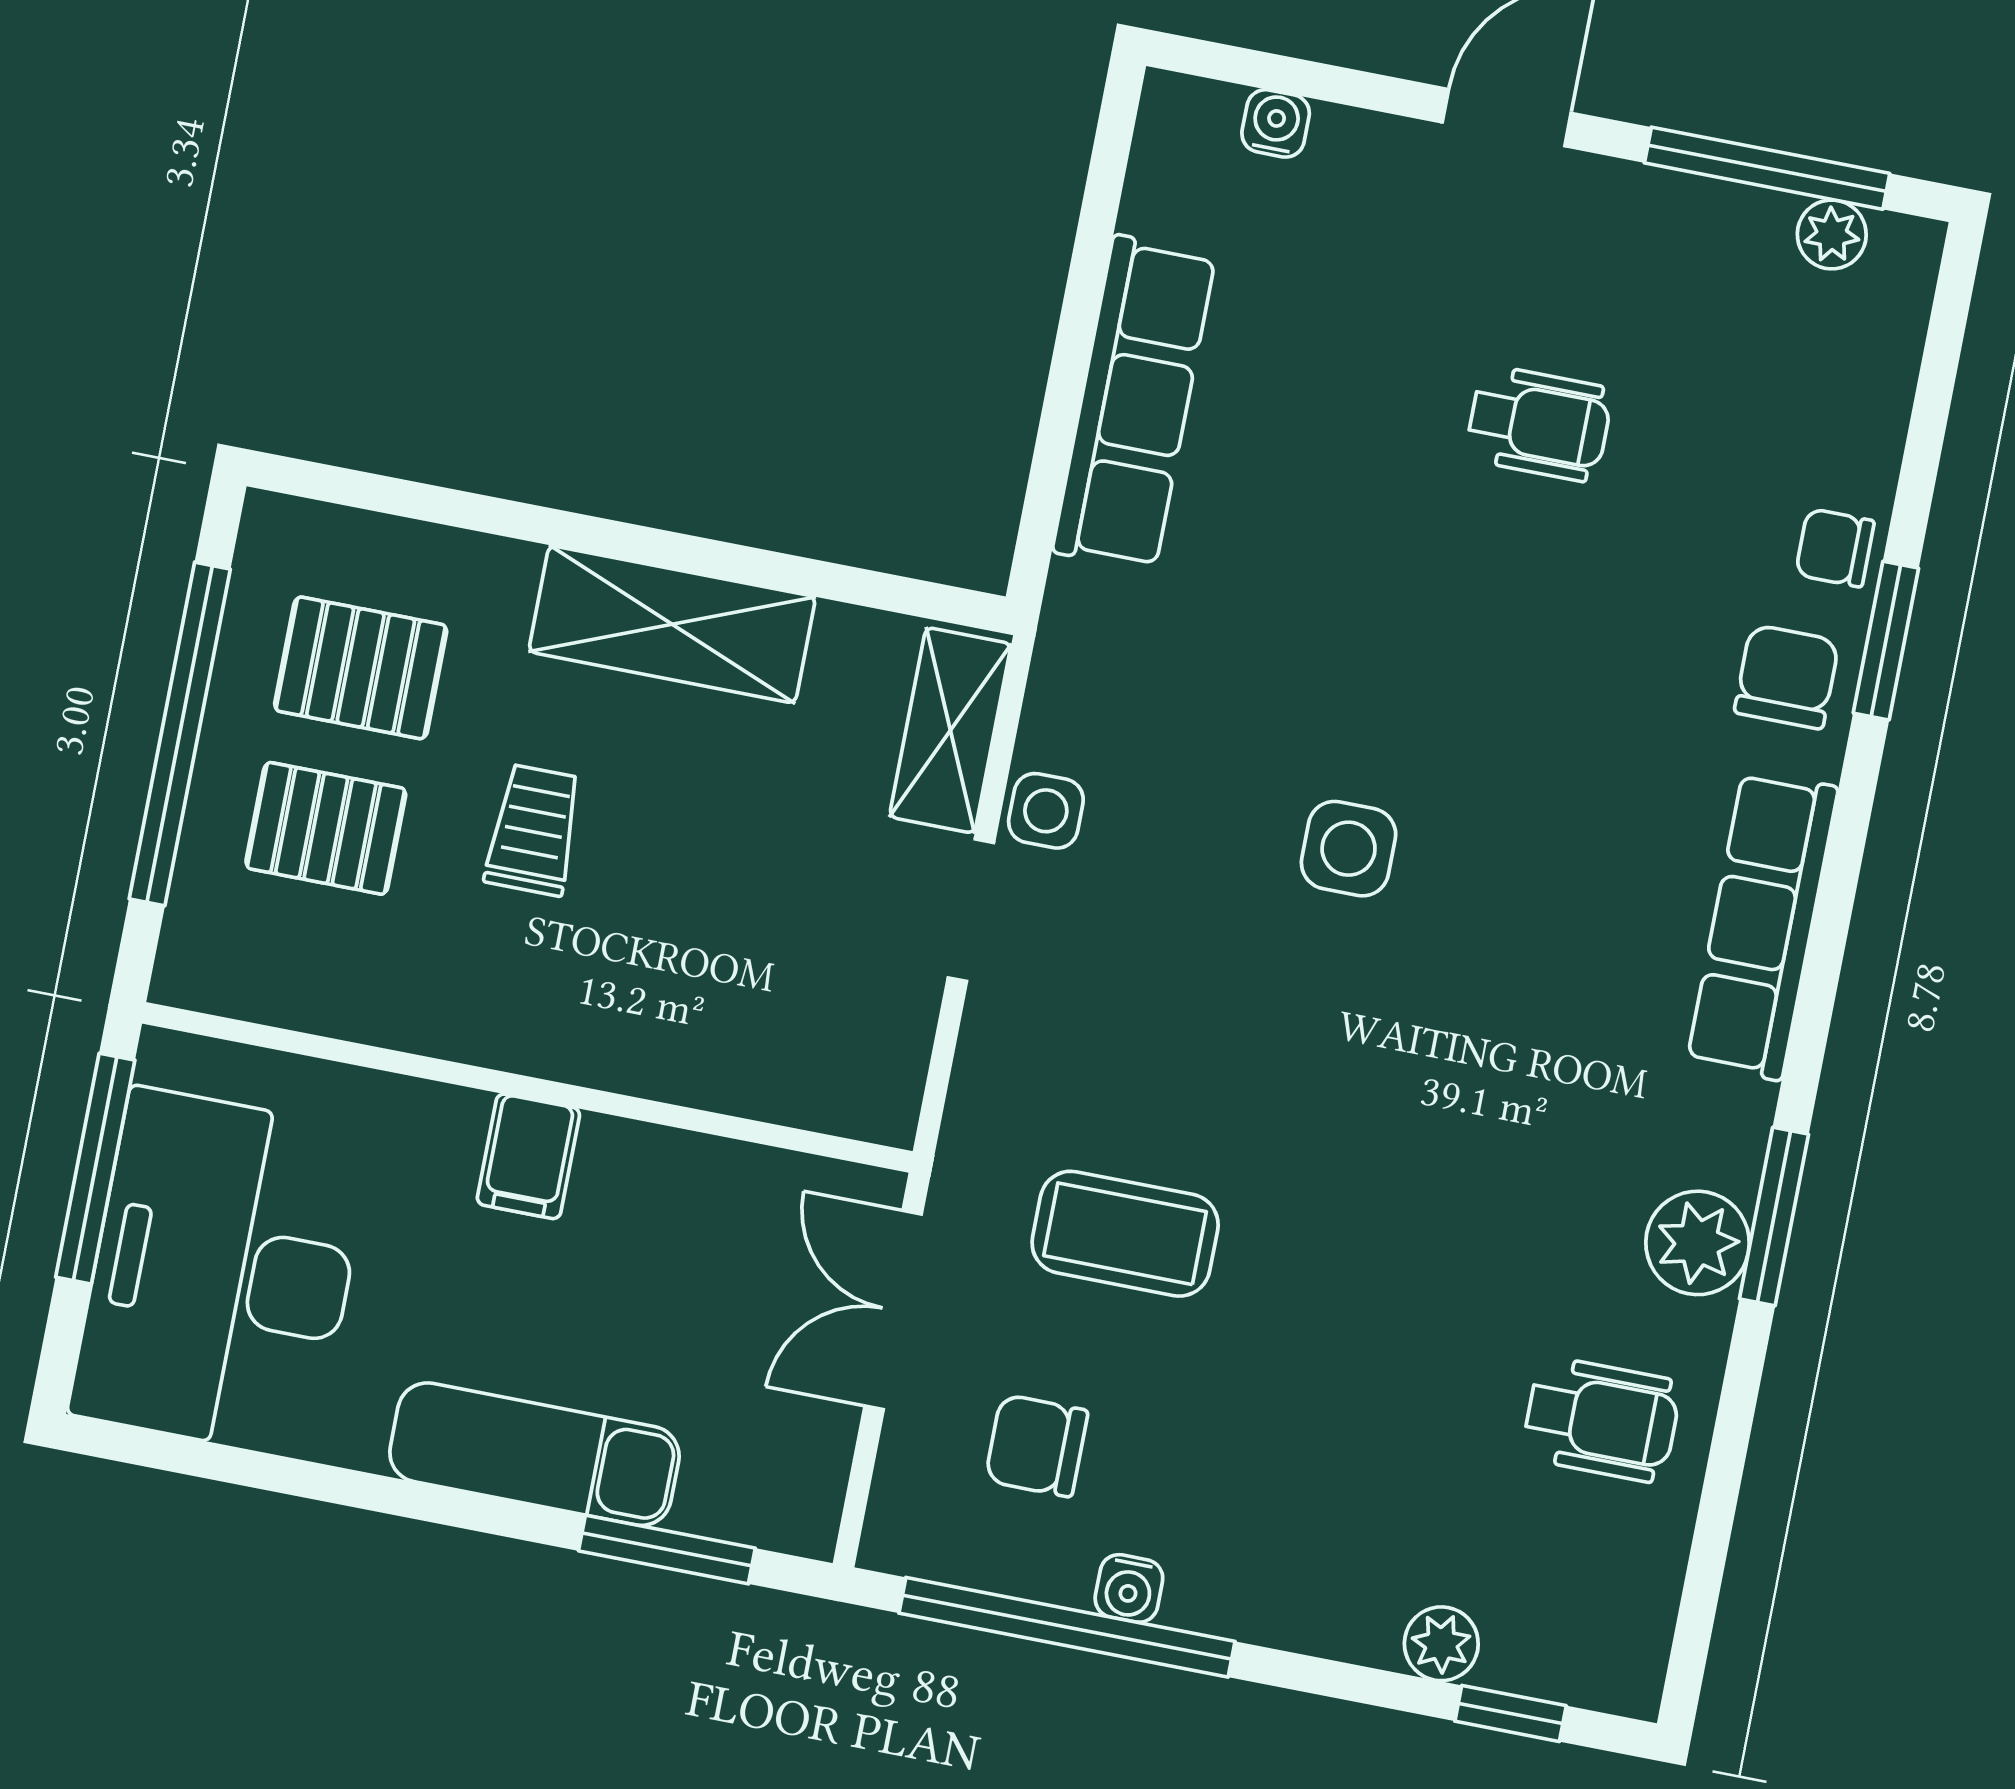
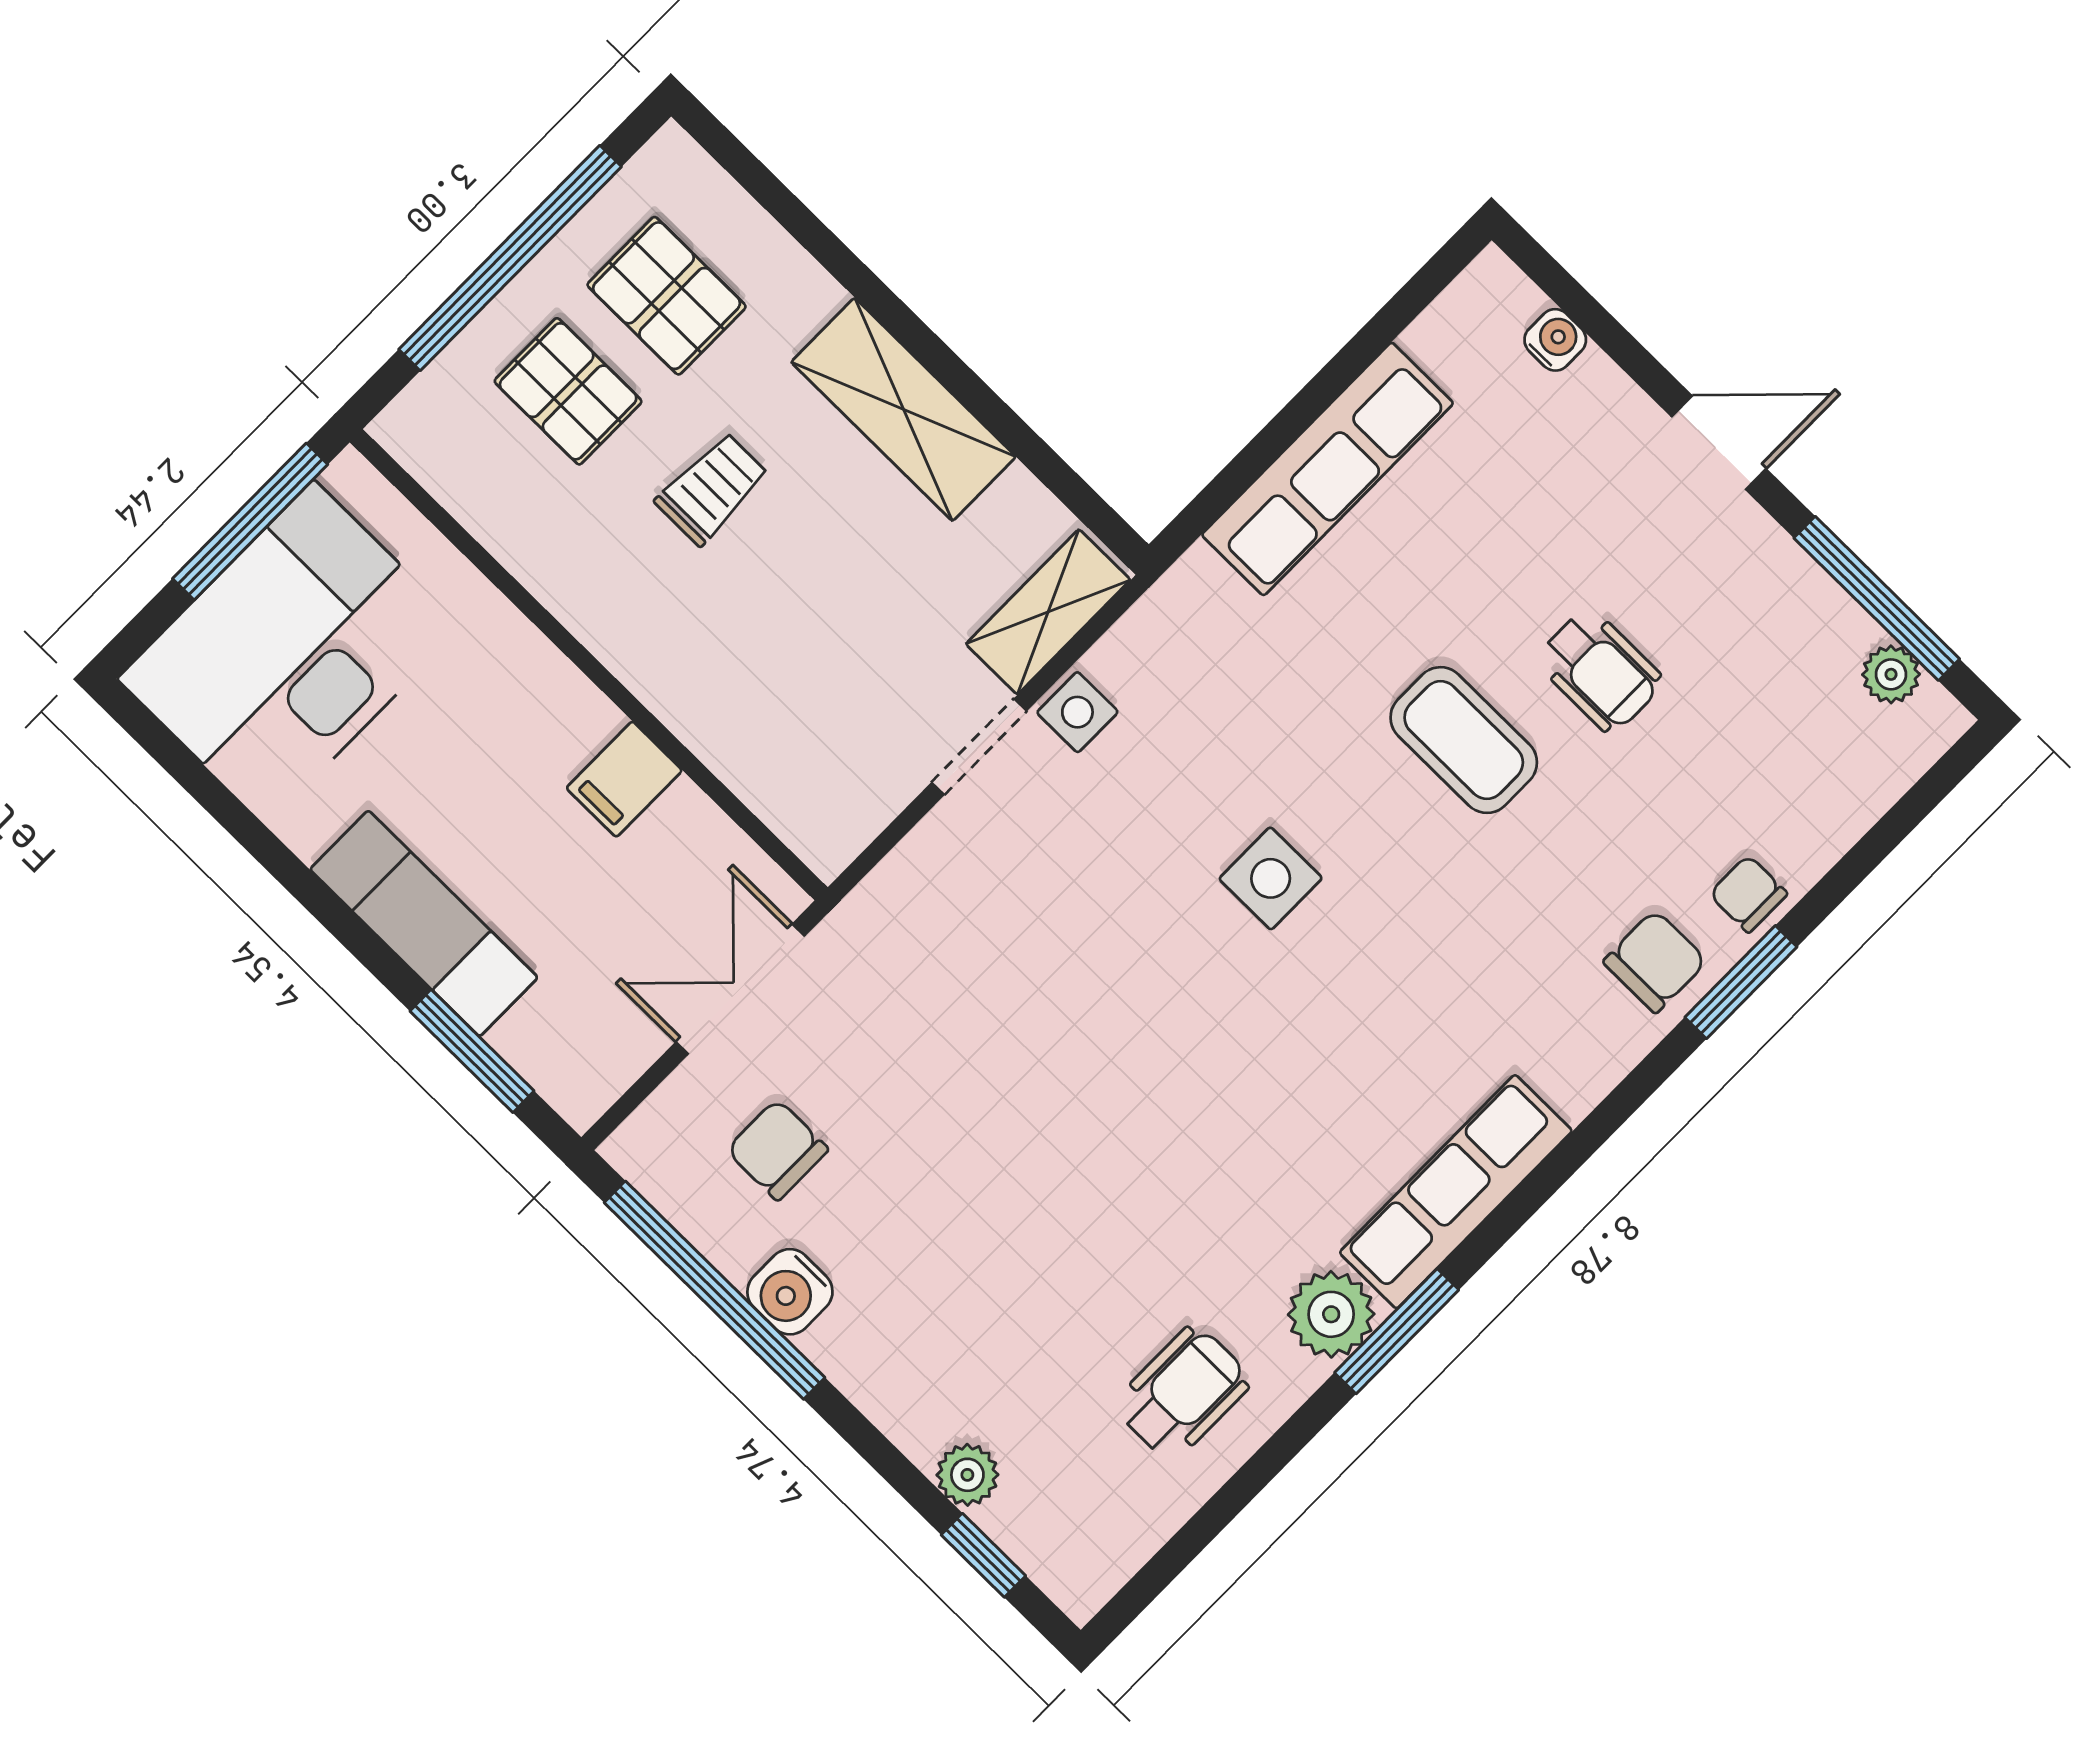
row of seats: (1763, 925) -> (1456, 1192), moved
filing cabinet: (528, 1156) -> (624, 779), moved
coffee table: (1125, 1234) -> (1464, 740), moved
wheelchair: (1602, 1420) -> (1183, 1393), turned -90
water cooler: (1129, 1588) -> (790, 1292), width x1.38, depth x1.38

